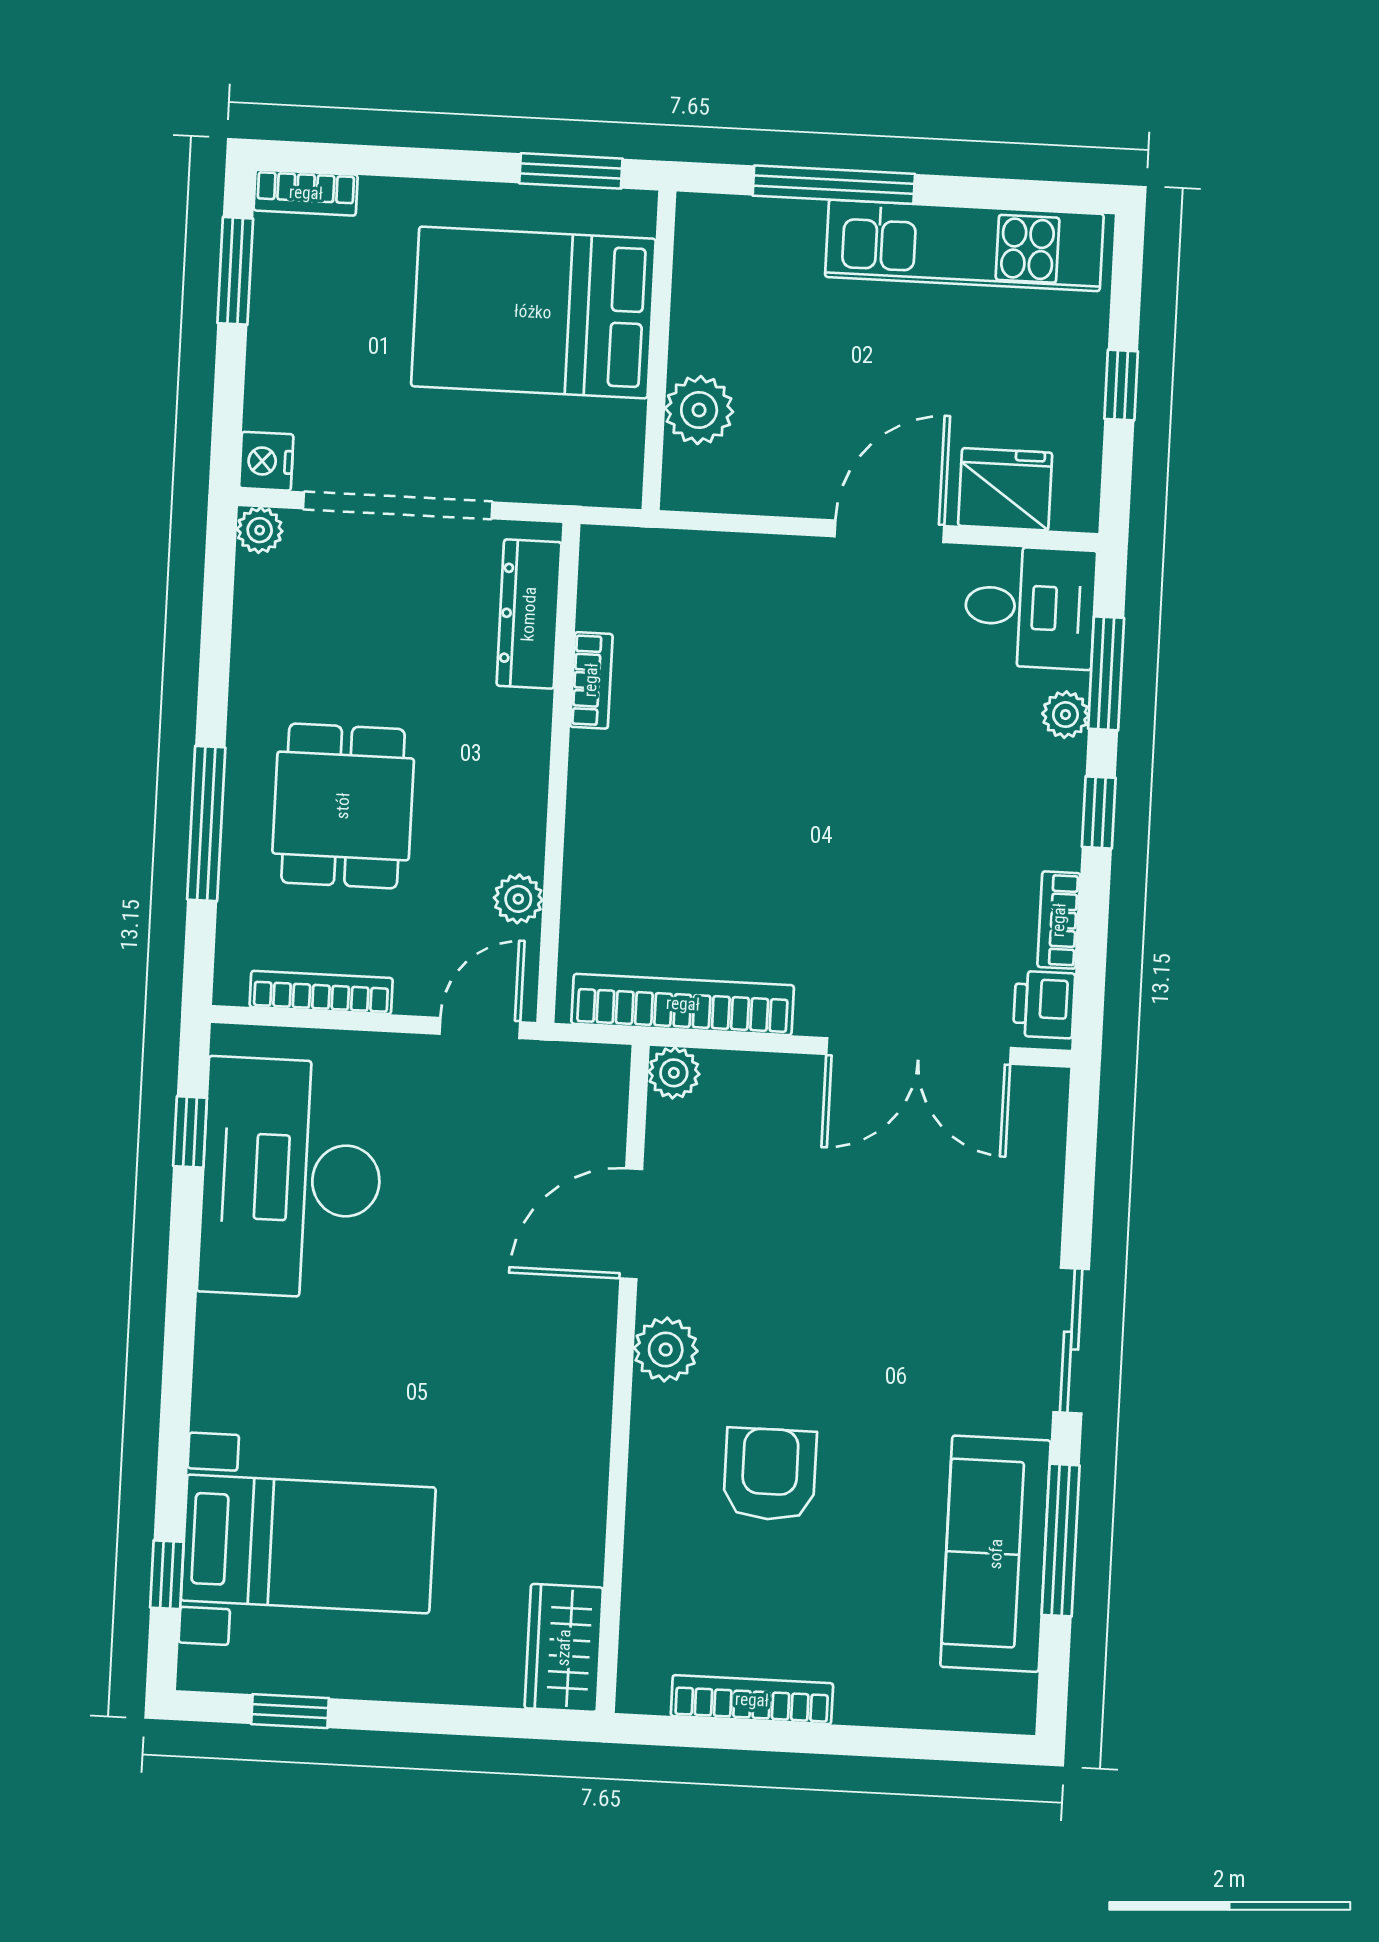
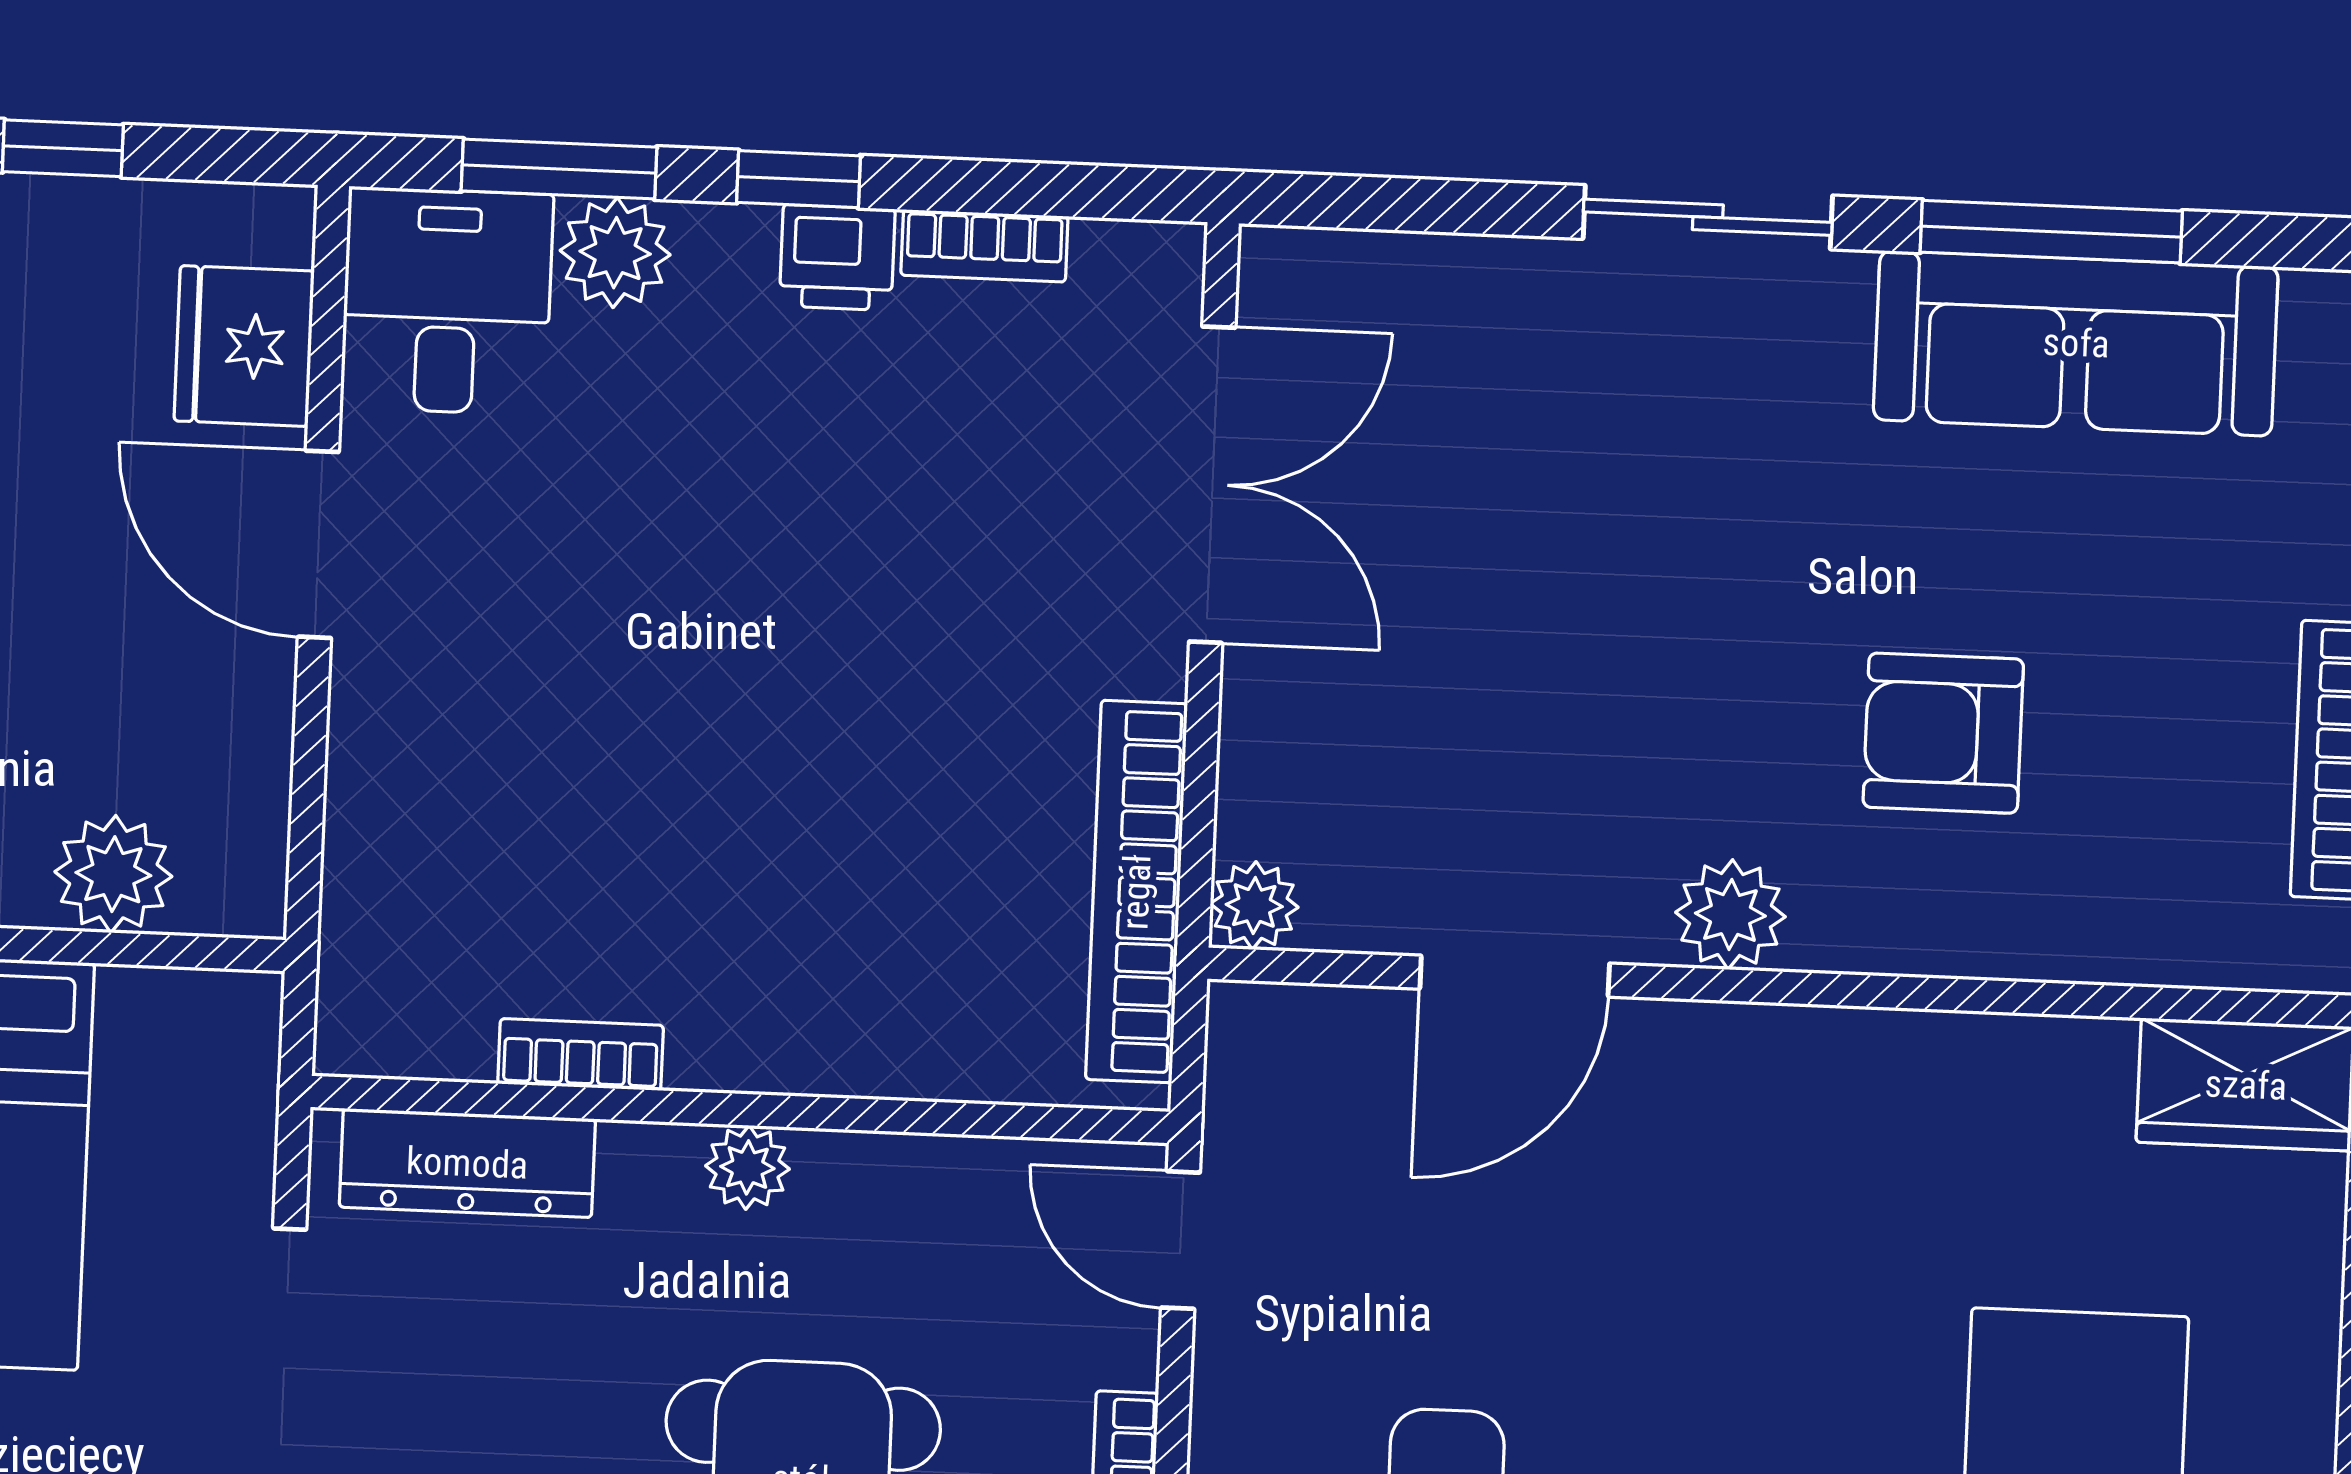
plant: (1065, 715) -> (615, 253), width x1.38, depth x1.38
plant: (518, 899) -> (747, 1167), moved
printer: (1044, 1005) -> (837, 258), moved
door: (631, 1224) -> (1515, 976), hinge flipped

